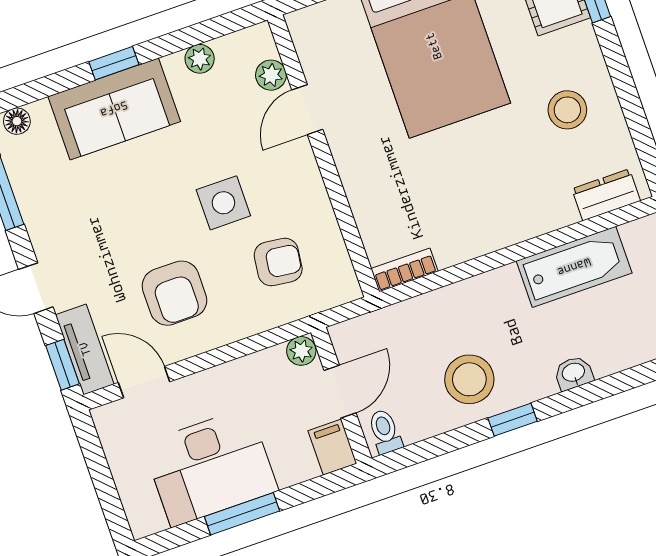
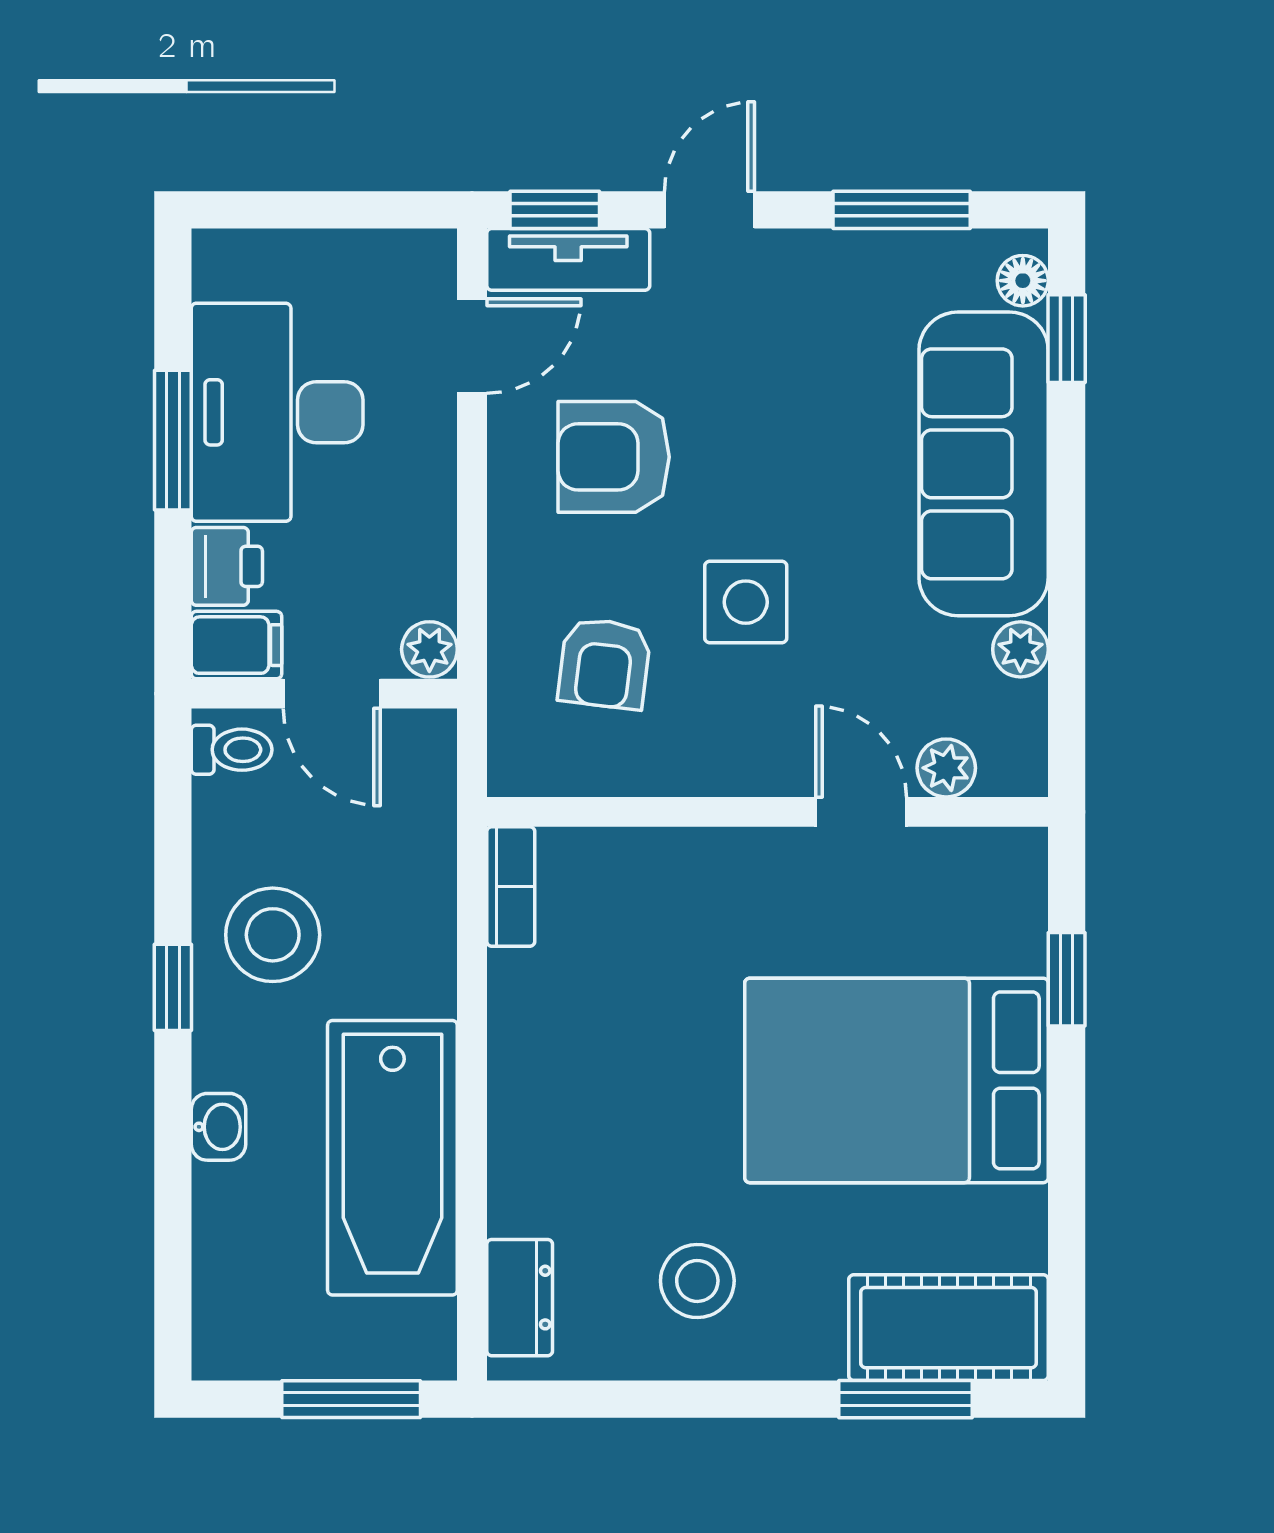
window: (114, 63) -> (1067, 339), moved
sofa: (114, 109) -> (984, 464), width x1.36
bathtub: (574, 267) -> (392, 1158), width x1.36, depth x1.36
printer: (295, 465) -> (227, 566), added

